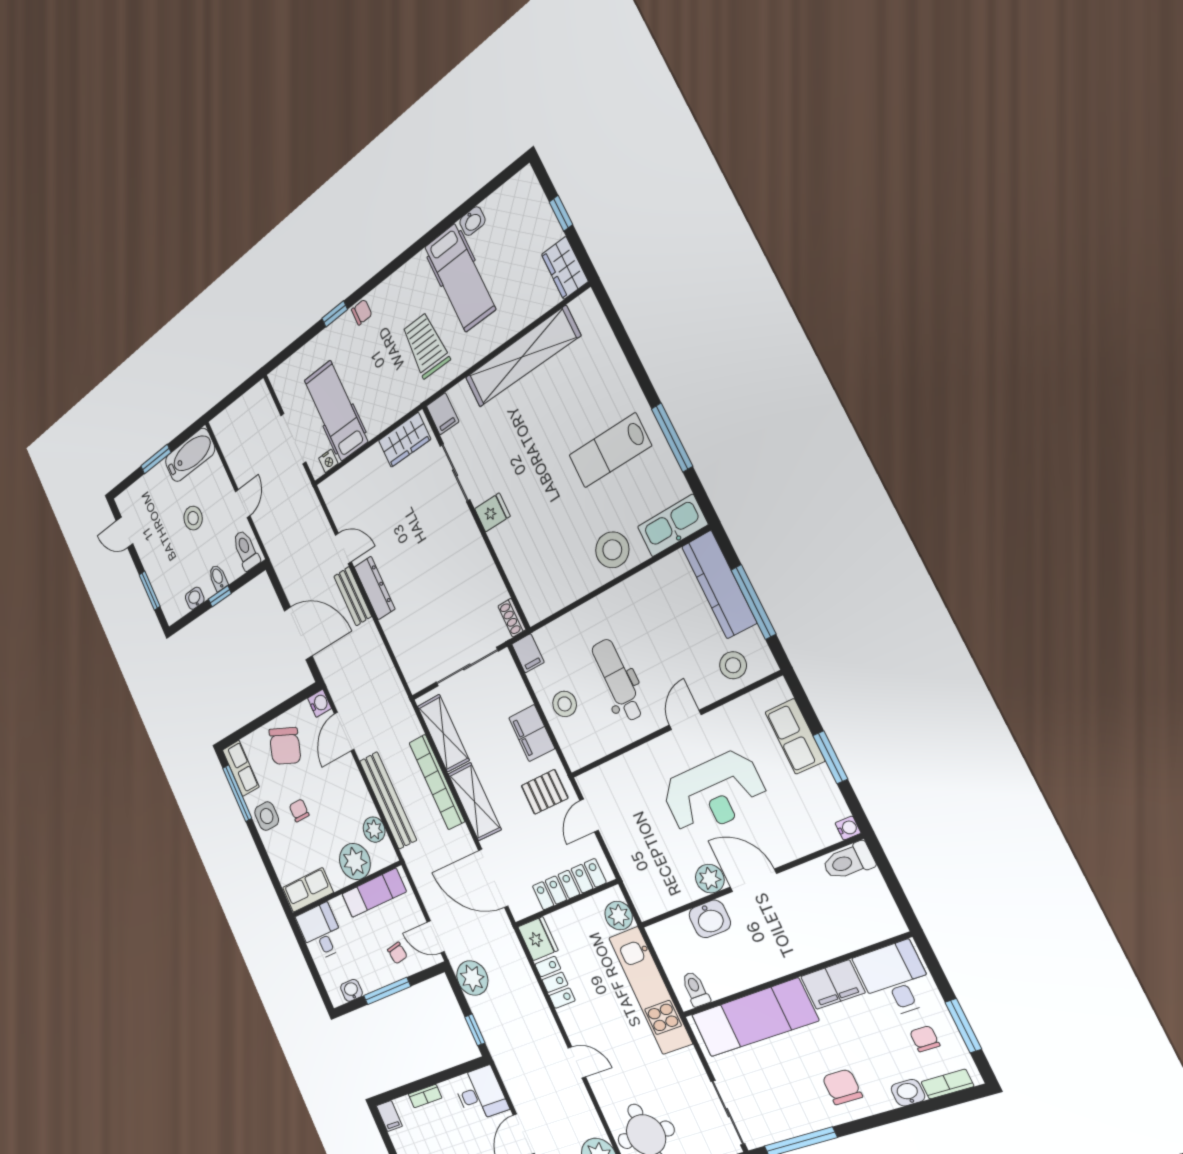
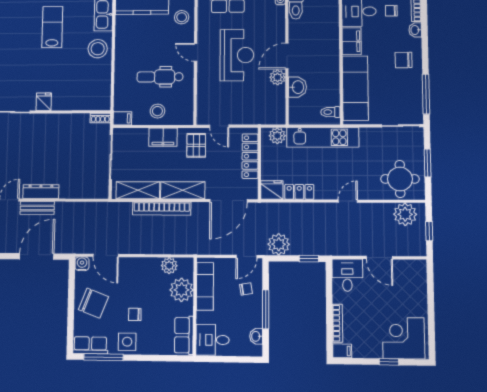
lab bench: (610, 451) -> (52, 27), turned 180
bench: (388, 800) -> (157, 247), removed
bookcase: (425, 1096) -> (338, 323), width x1.56

